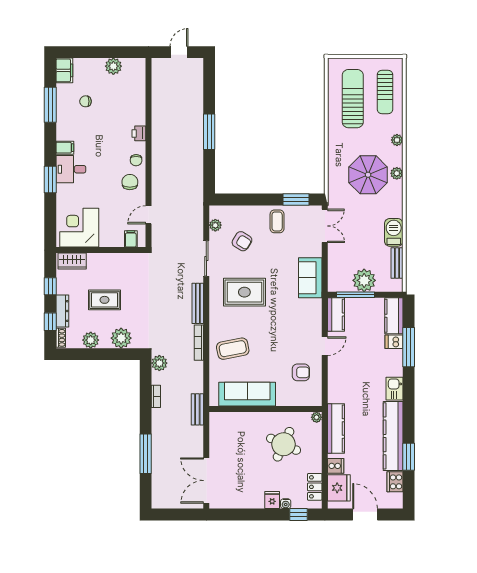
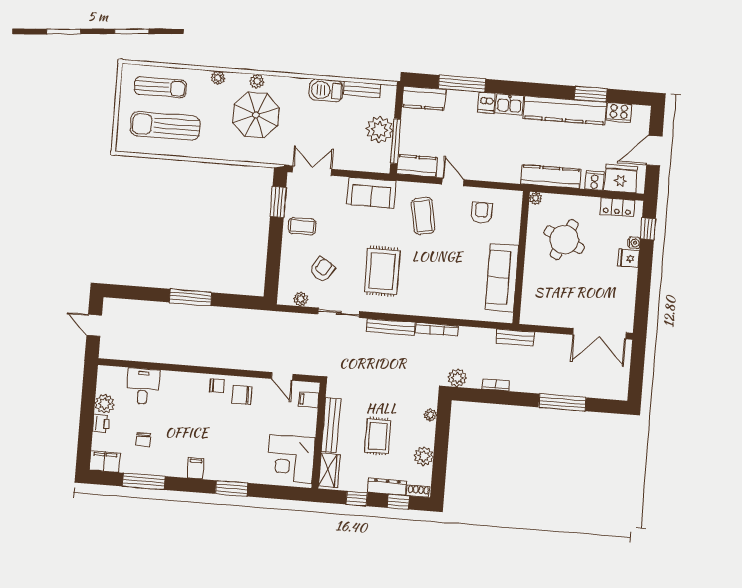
printer: (139, 133) -> (101, 423), moved, turned -90
desk: (71, 169) -> (143, 386), moved, turned 180
bench: (110, 259) -> (331, 425), added
plant: (121, 338) -> (430, 415), width x0.53, depth x0.53
dishwasher: (394, 342) -> (486, 103), moved
coffee table: (233, 349) -> (423, 216), moved

